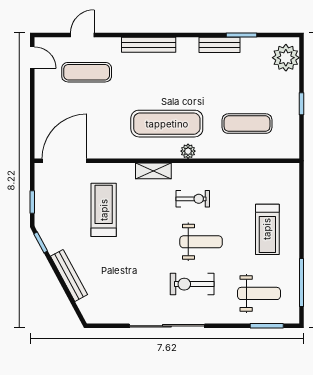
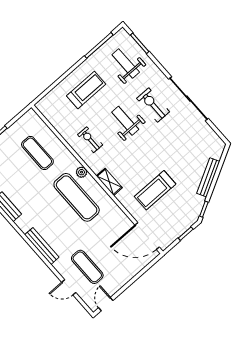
exercise bike: (193, 199) -> (90, 140), moved
exercise bike: (192, 284) -> (153, 105), turned 180

